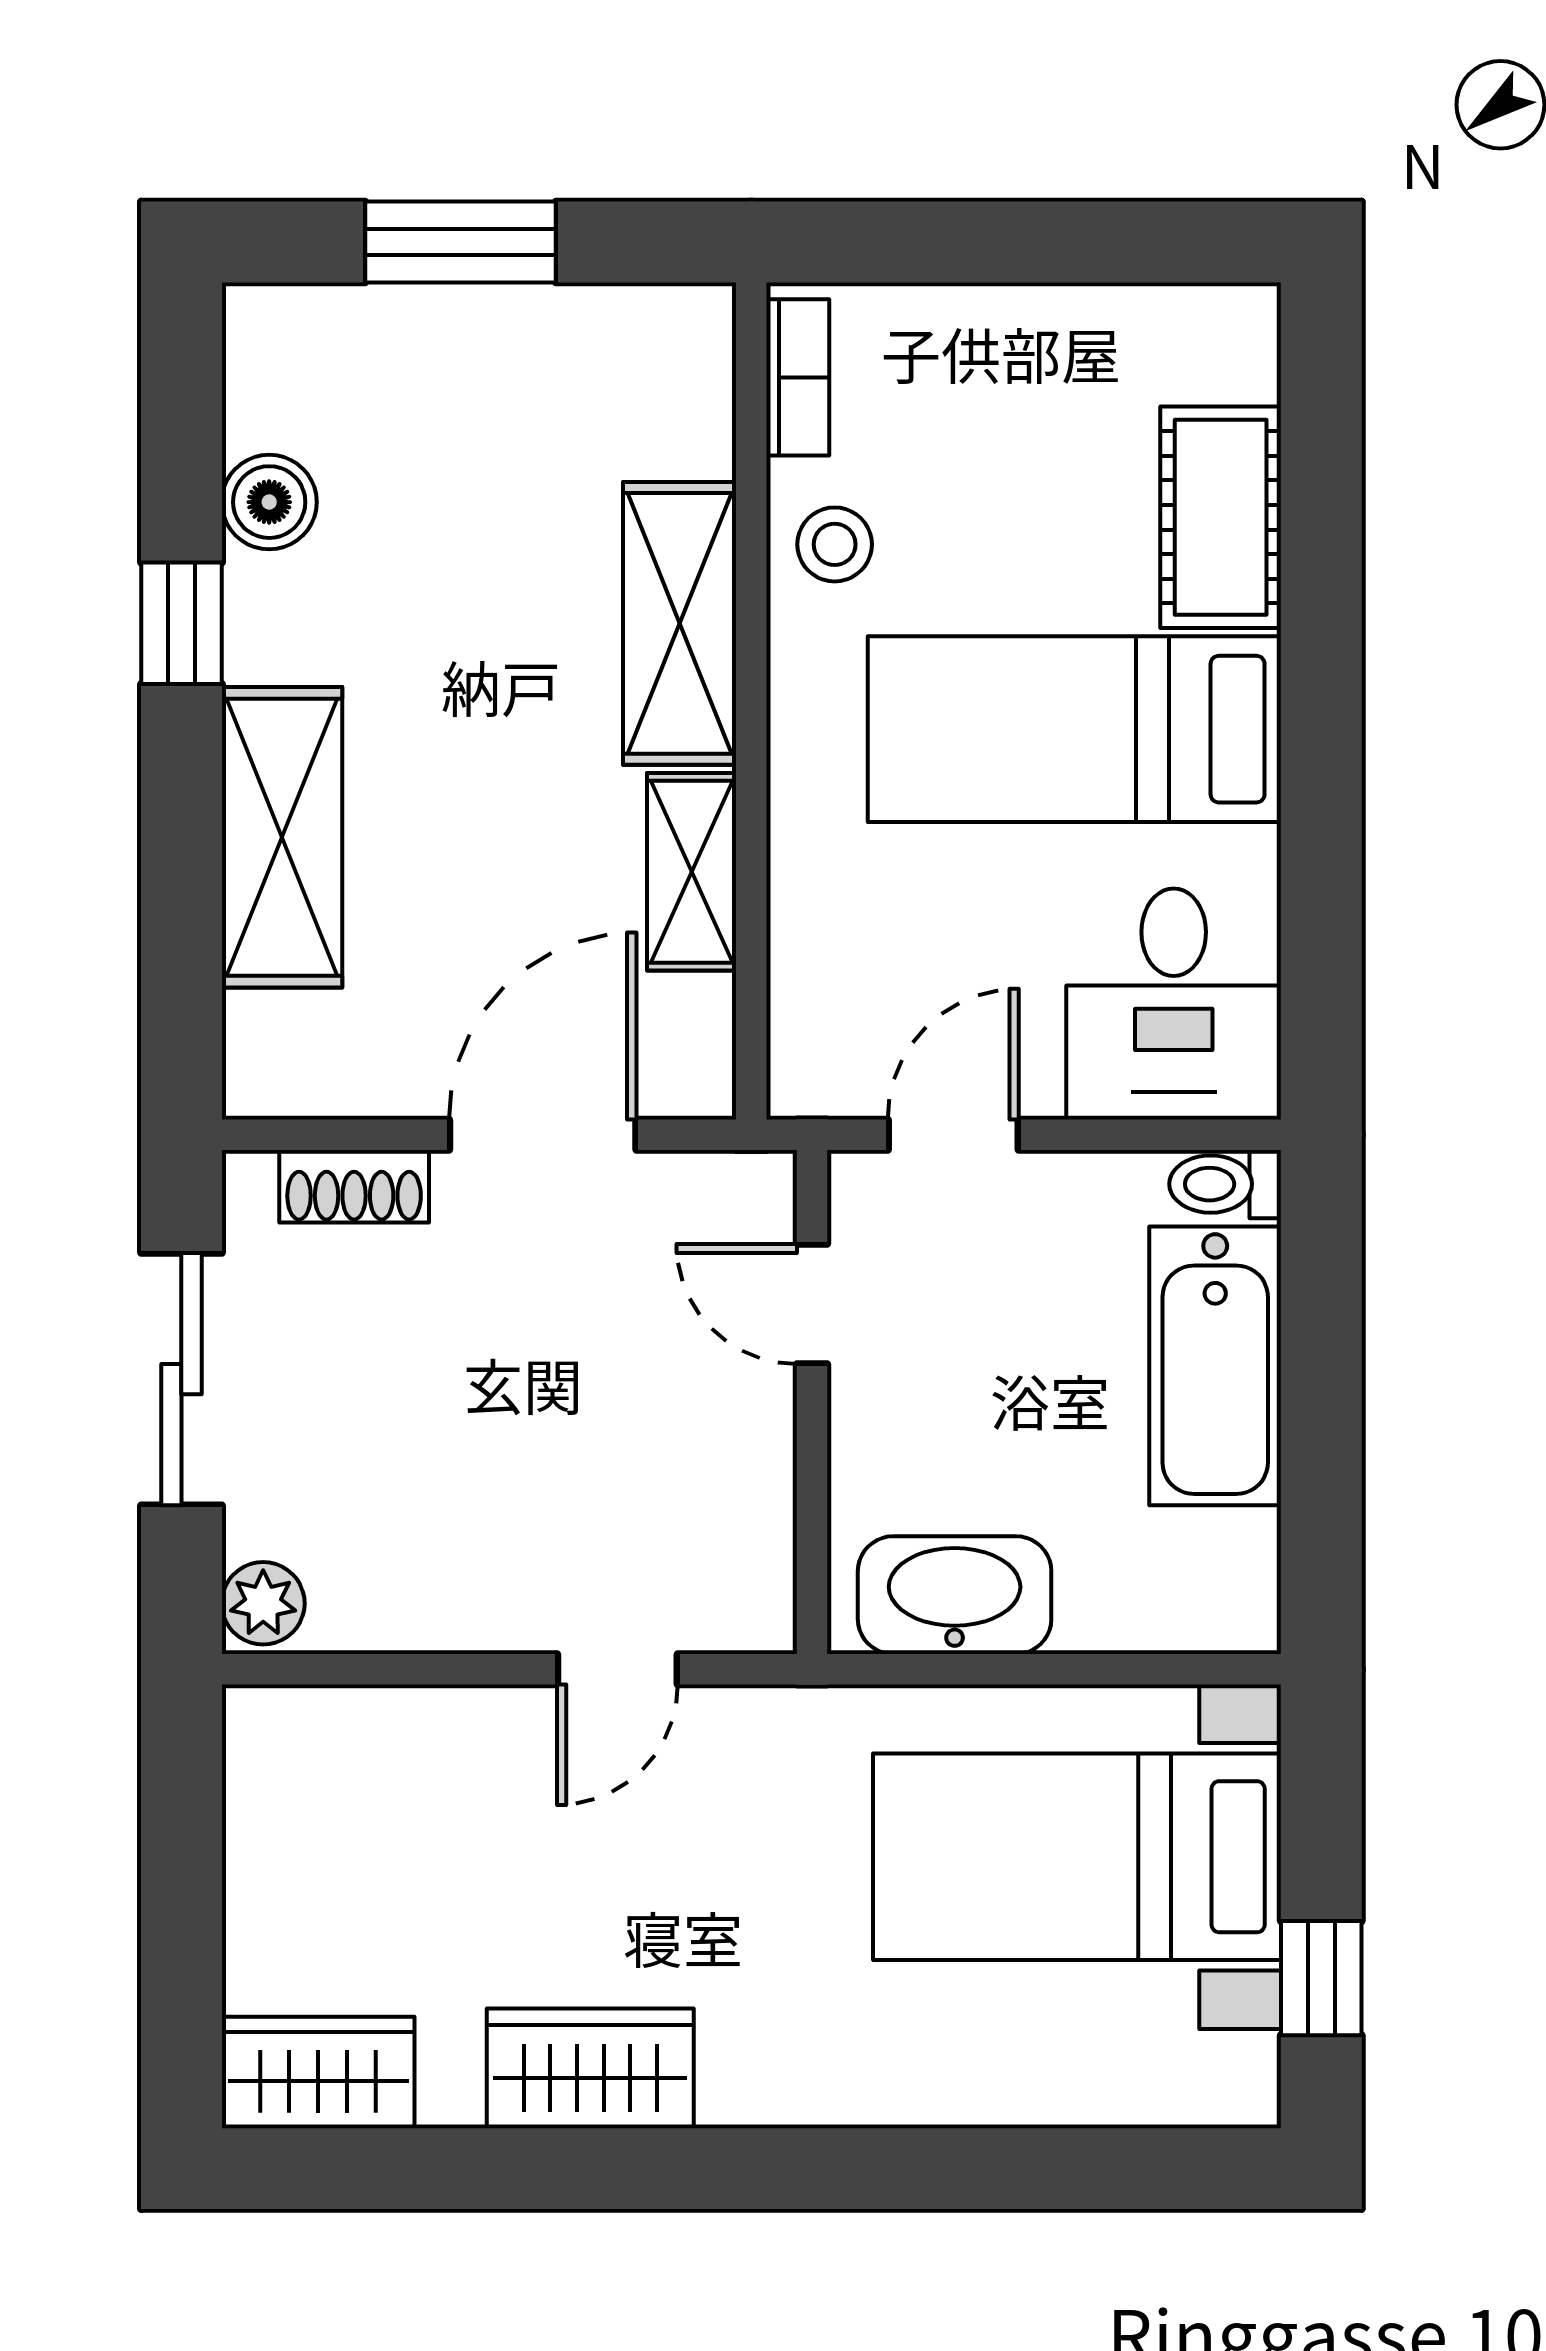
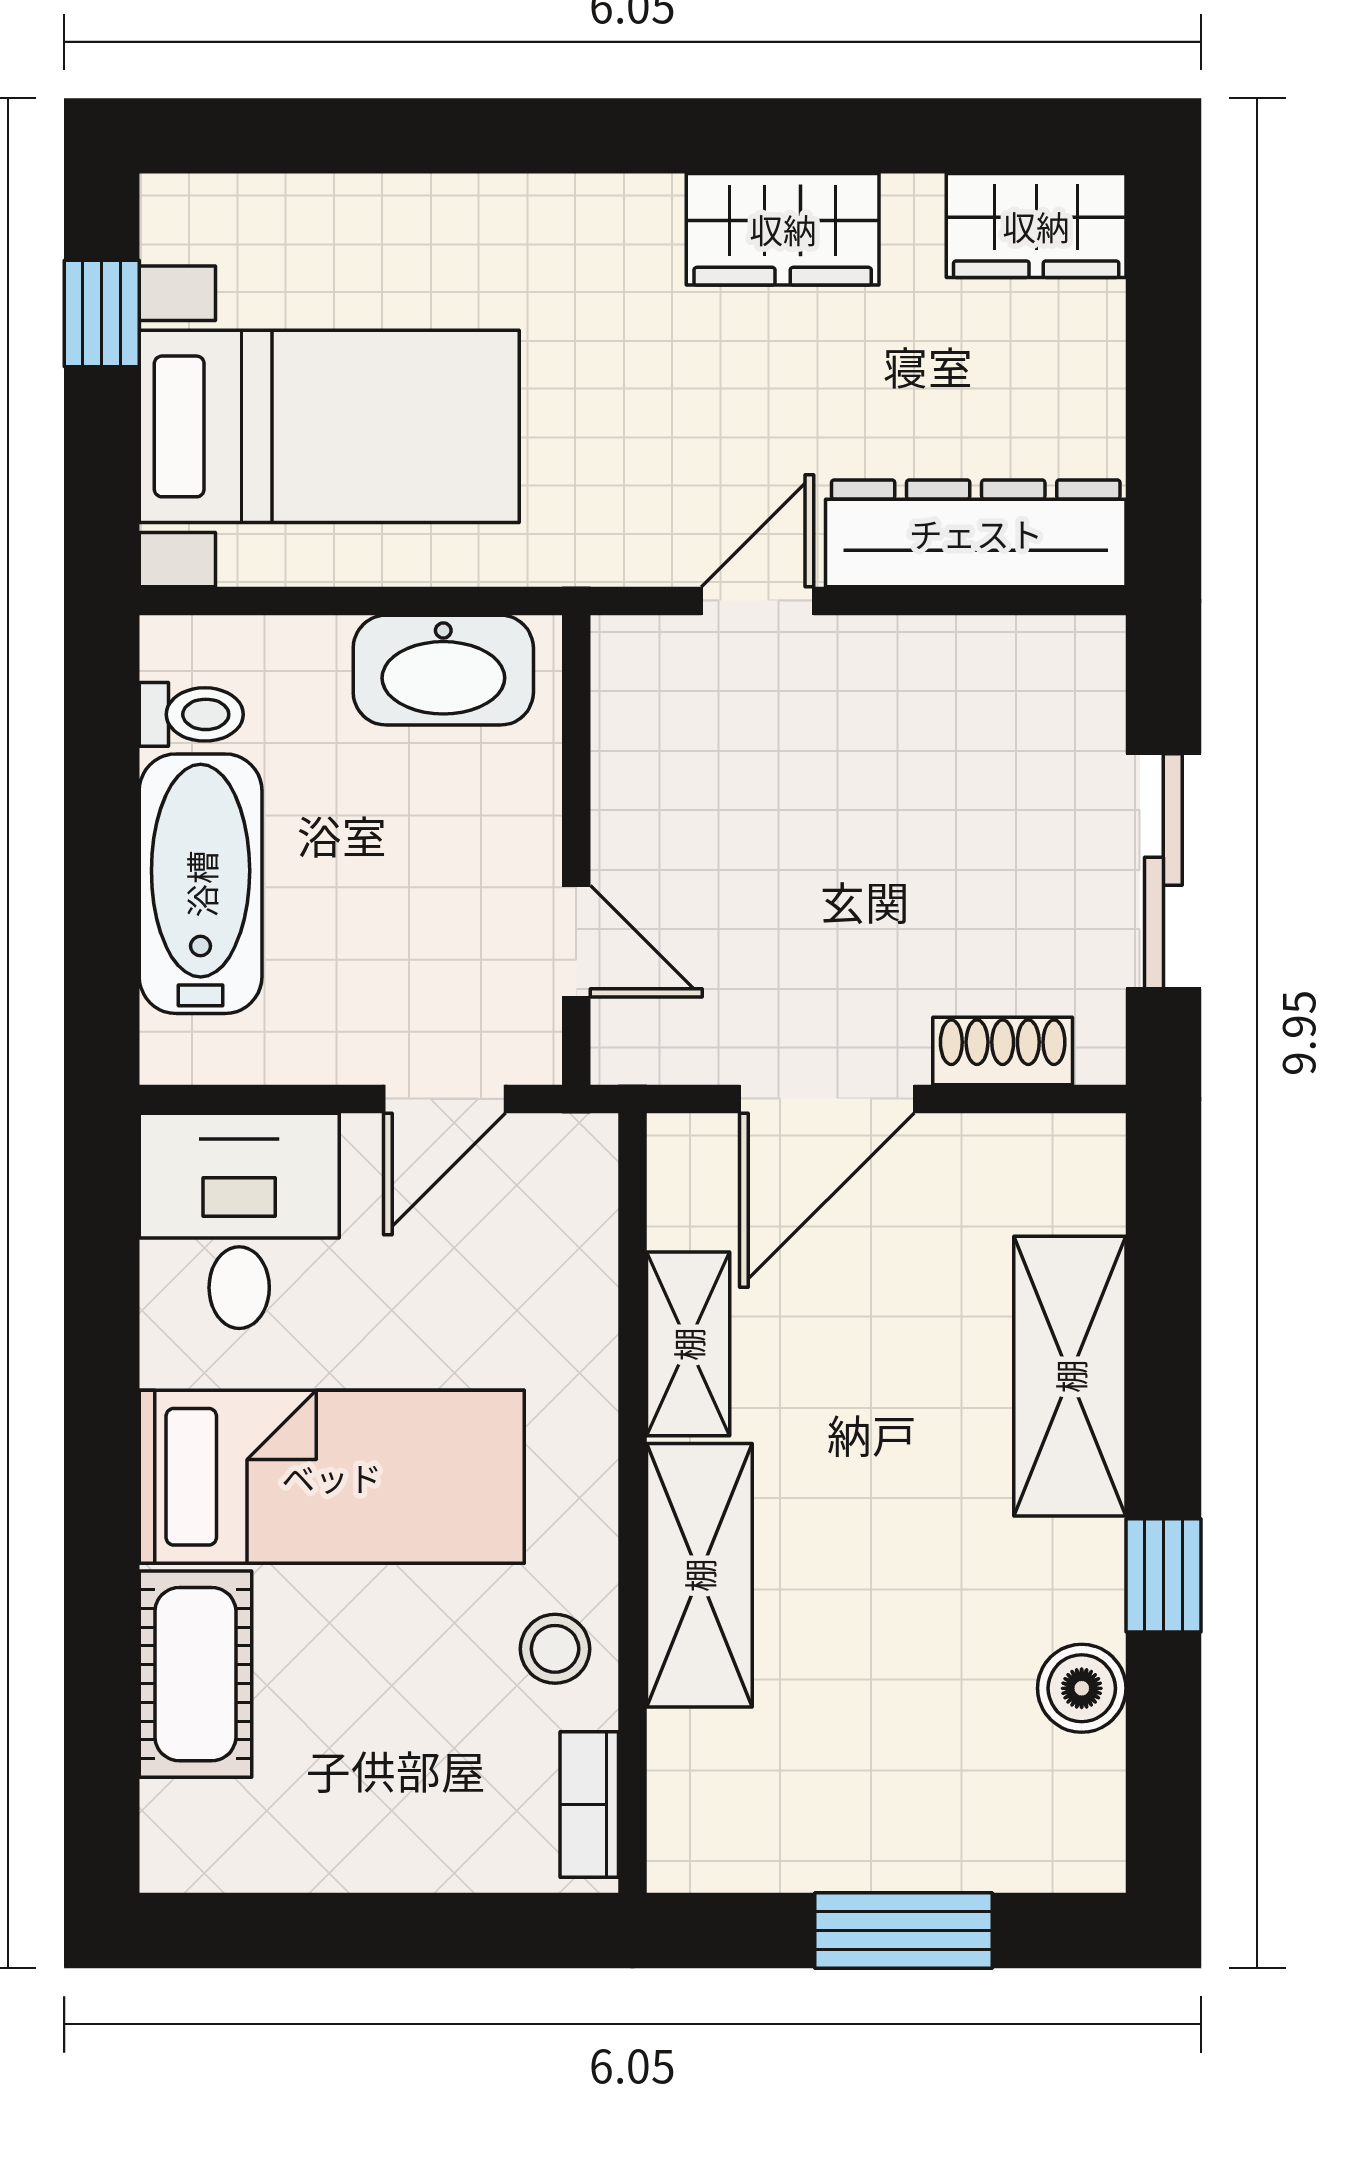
toilet: (1225, 1184) -> (191, 714), moved
plant: (263, 1603) -> (1087, 662), removed
dresser: (383, 1742) -> (976, 533), added

